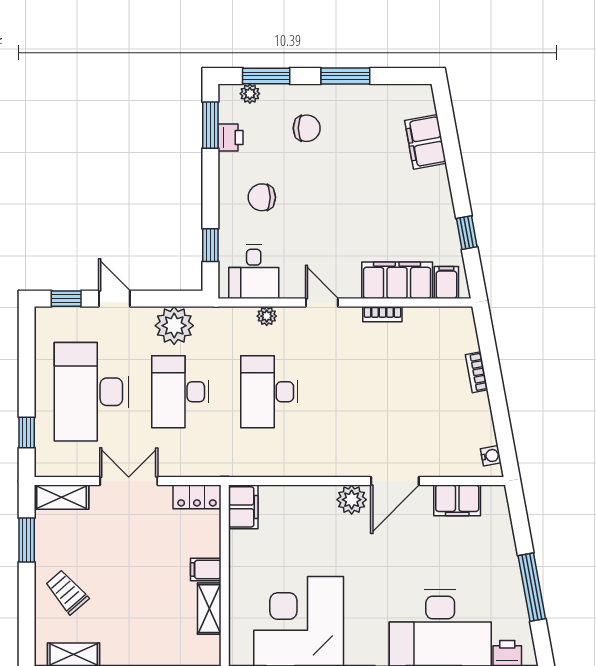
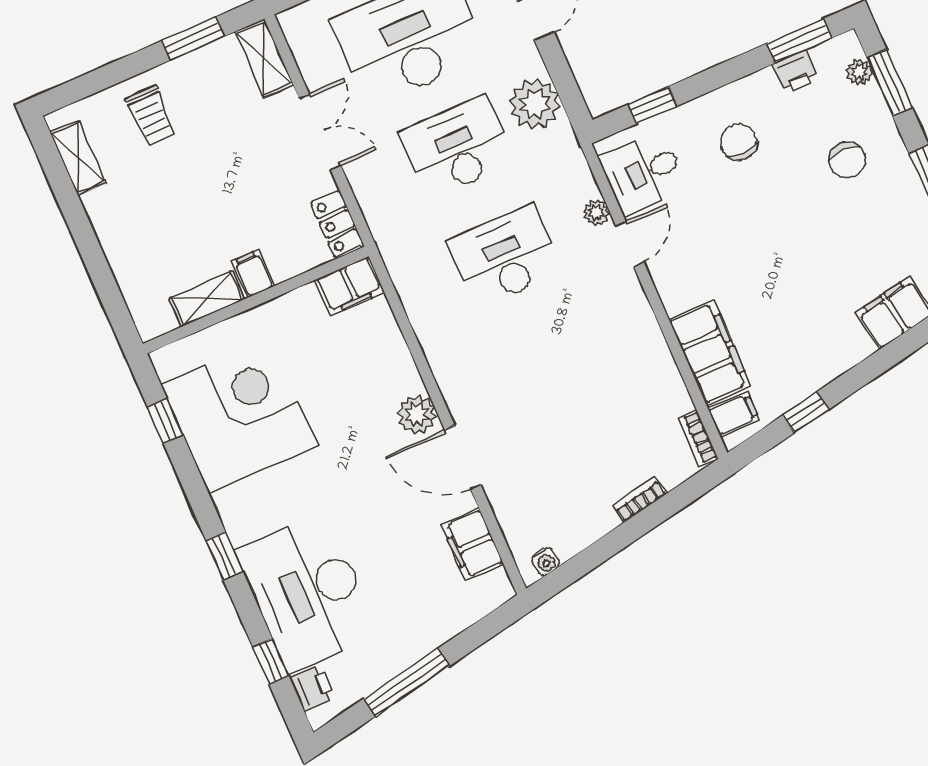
door: (322, 302) -> (630, 244), moved
bookcase: (382, 314) -> (698, 438), moved
trolley: (67, 592) -> (151, 116), turned 131

